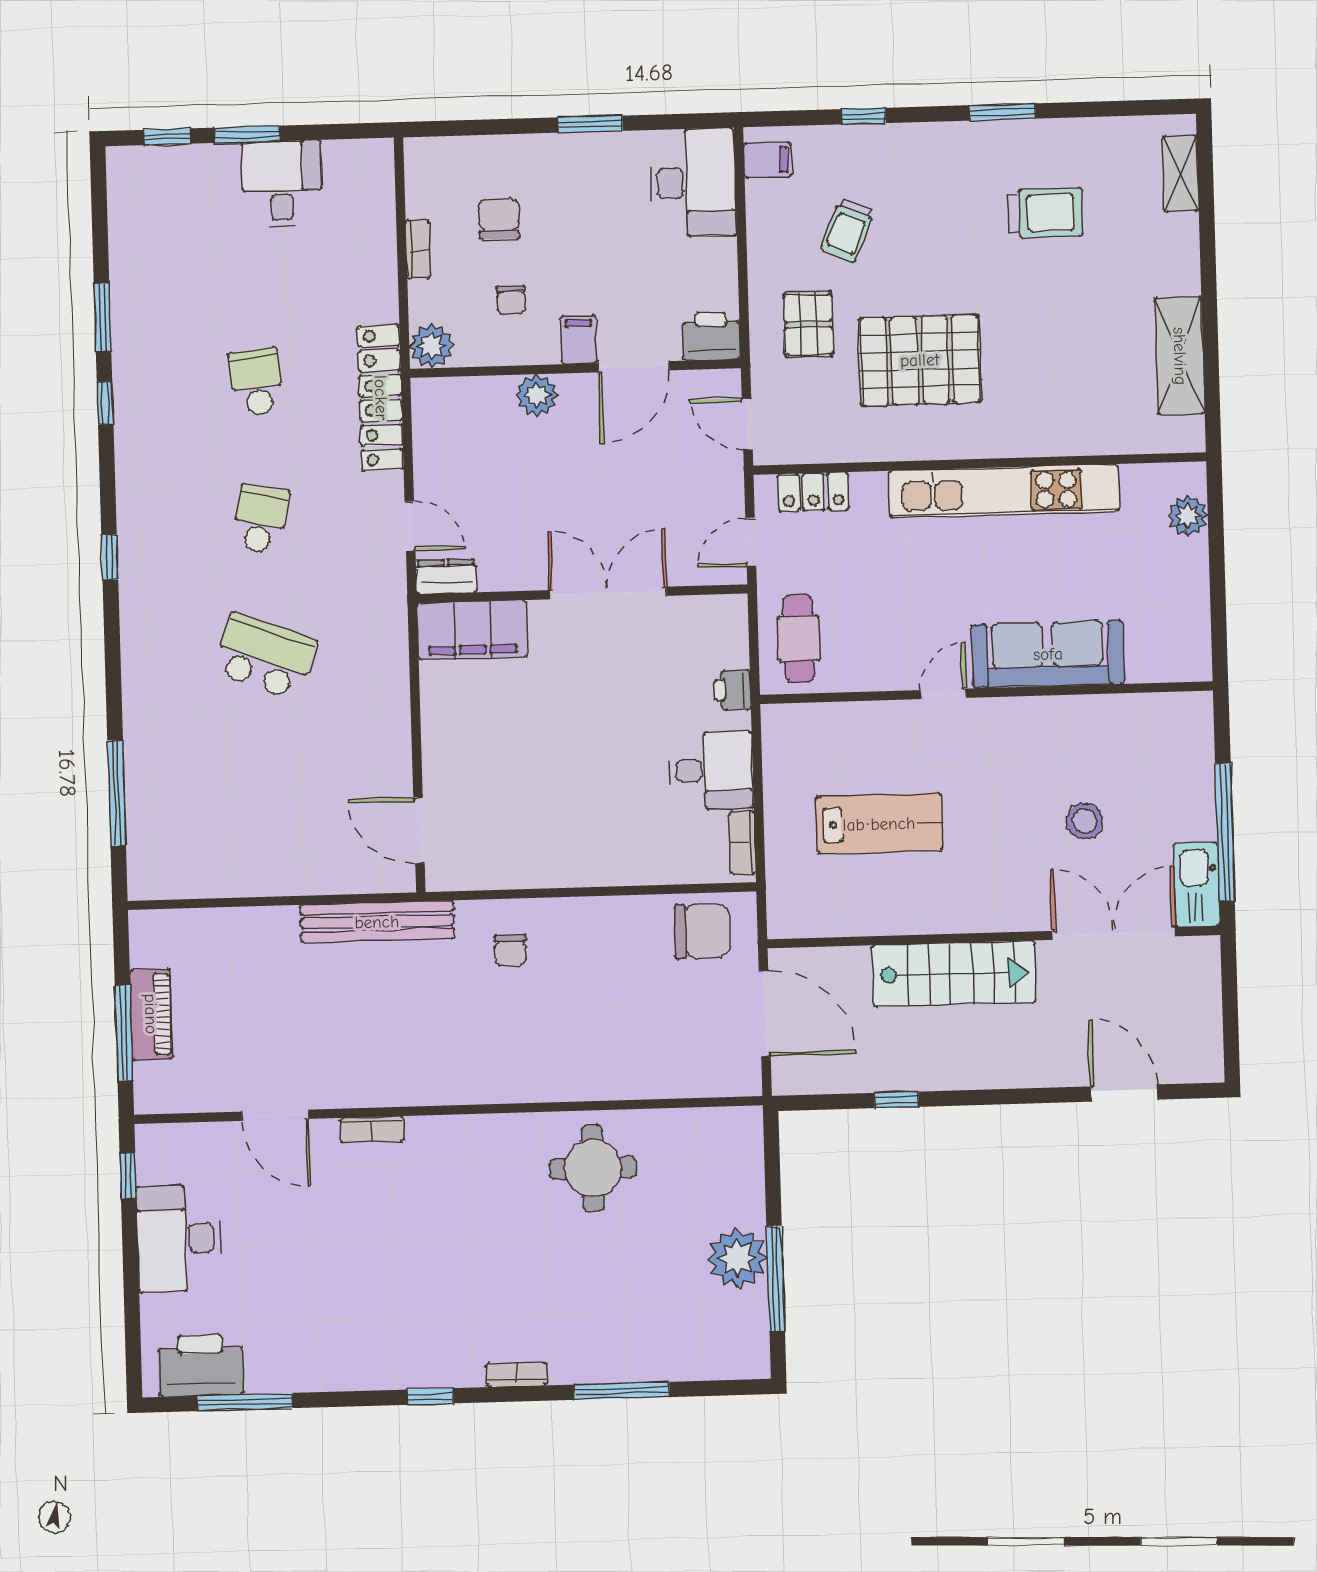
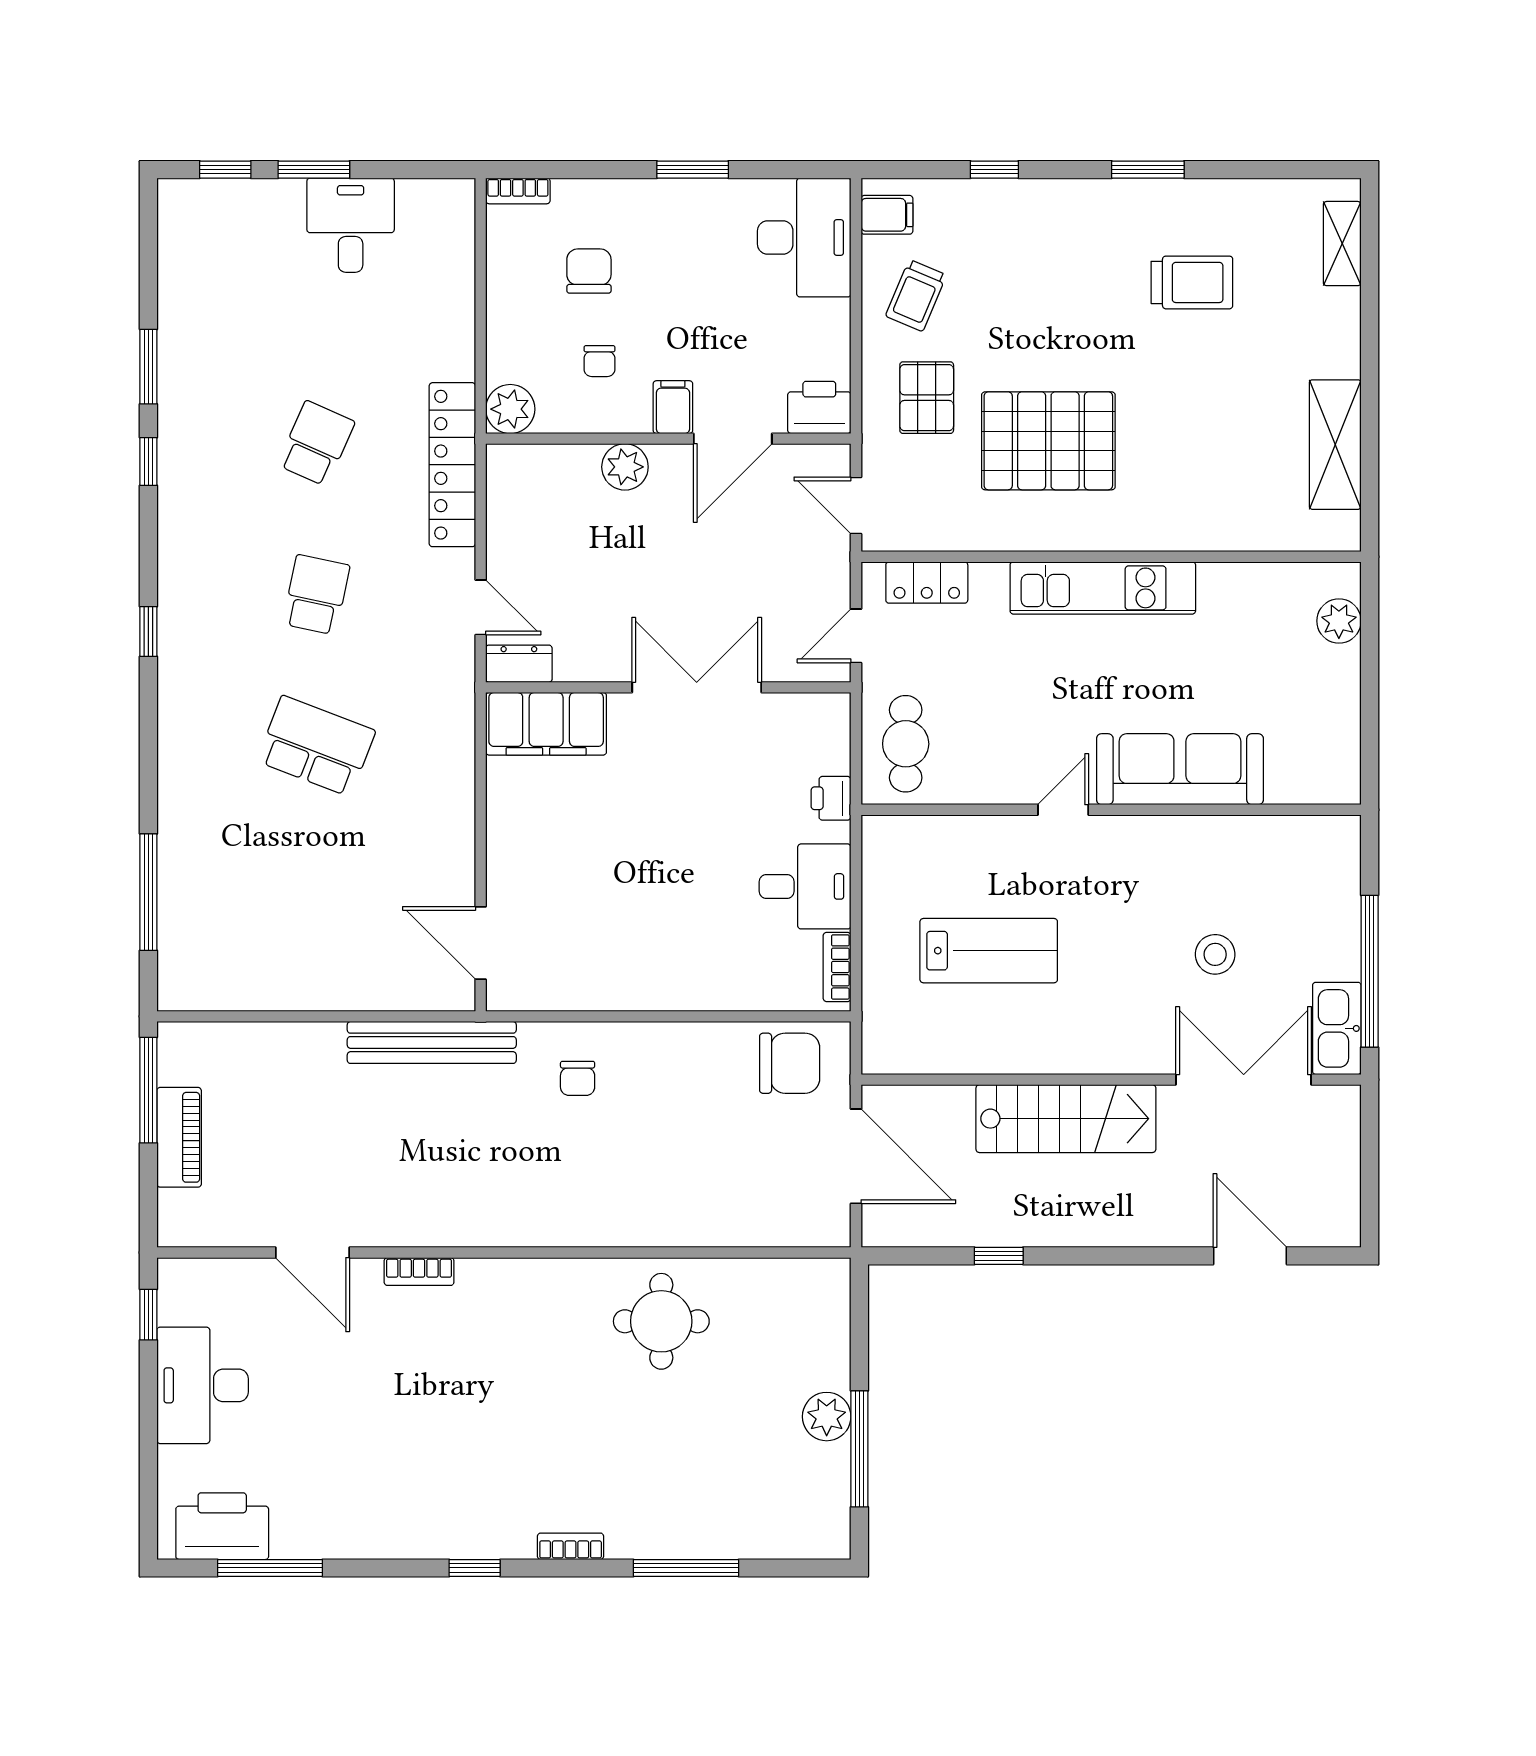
trolley: (848, 230) -> (916, 296), moved
bookcase: (418, 249) -> (518, 191), moved, turned 90
school desk: (257, 382) -> (316, 443), turned 30
kitchen unit: (1004, 491) -> (1103, 588), width x0.73
window: (124, 1033) -> (148, 1090), moved
plant: (737, 1258) -> (827, 1417), width x0.73, depth x0.73

